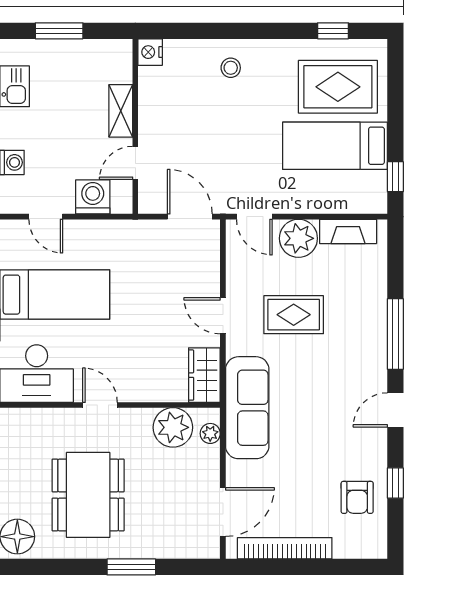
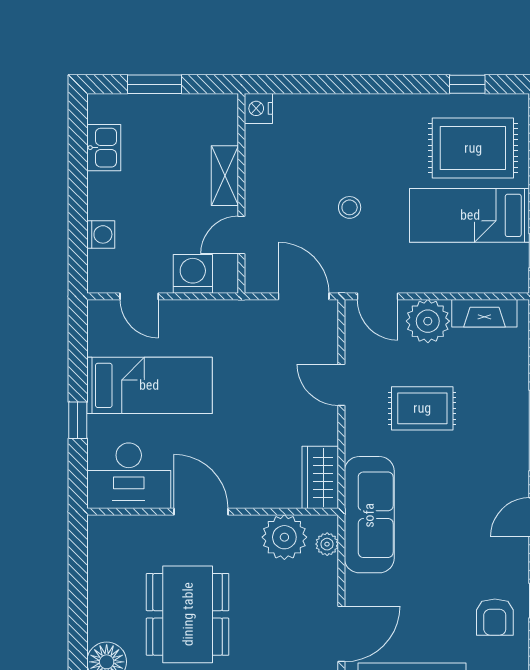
stool: (231, 68) -> (350, 207), moved
door: (223, 316) -> (341, 385), moved
door: (100, 405) -> (201, 512), width x1.38

